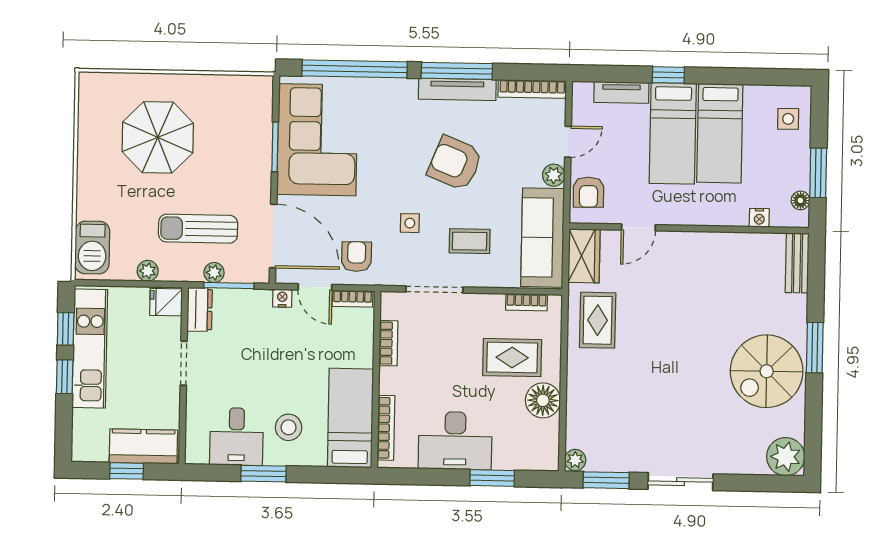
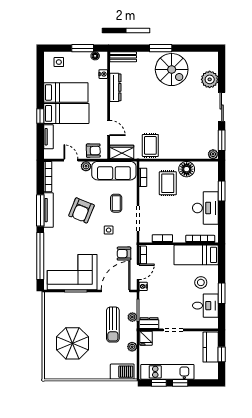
dresser: (729, 244) -> (115, 87), added
rug: (598, 320) -> (150, 145), turned 90
plant: (786, 457) -> (210, 79), moved

